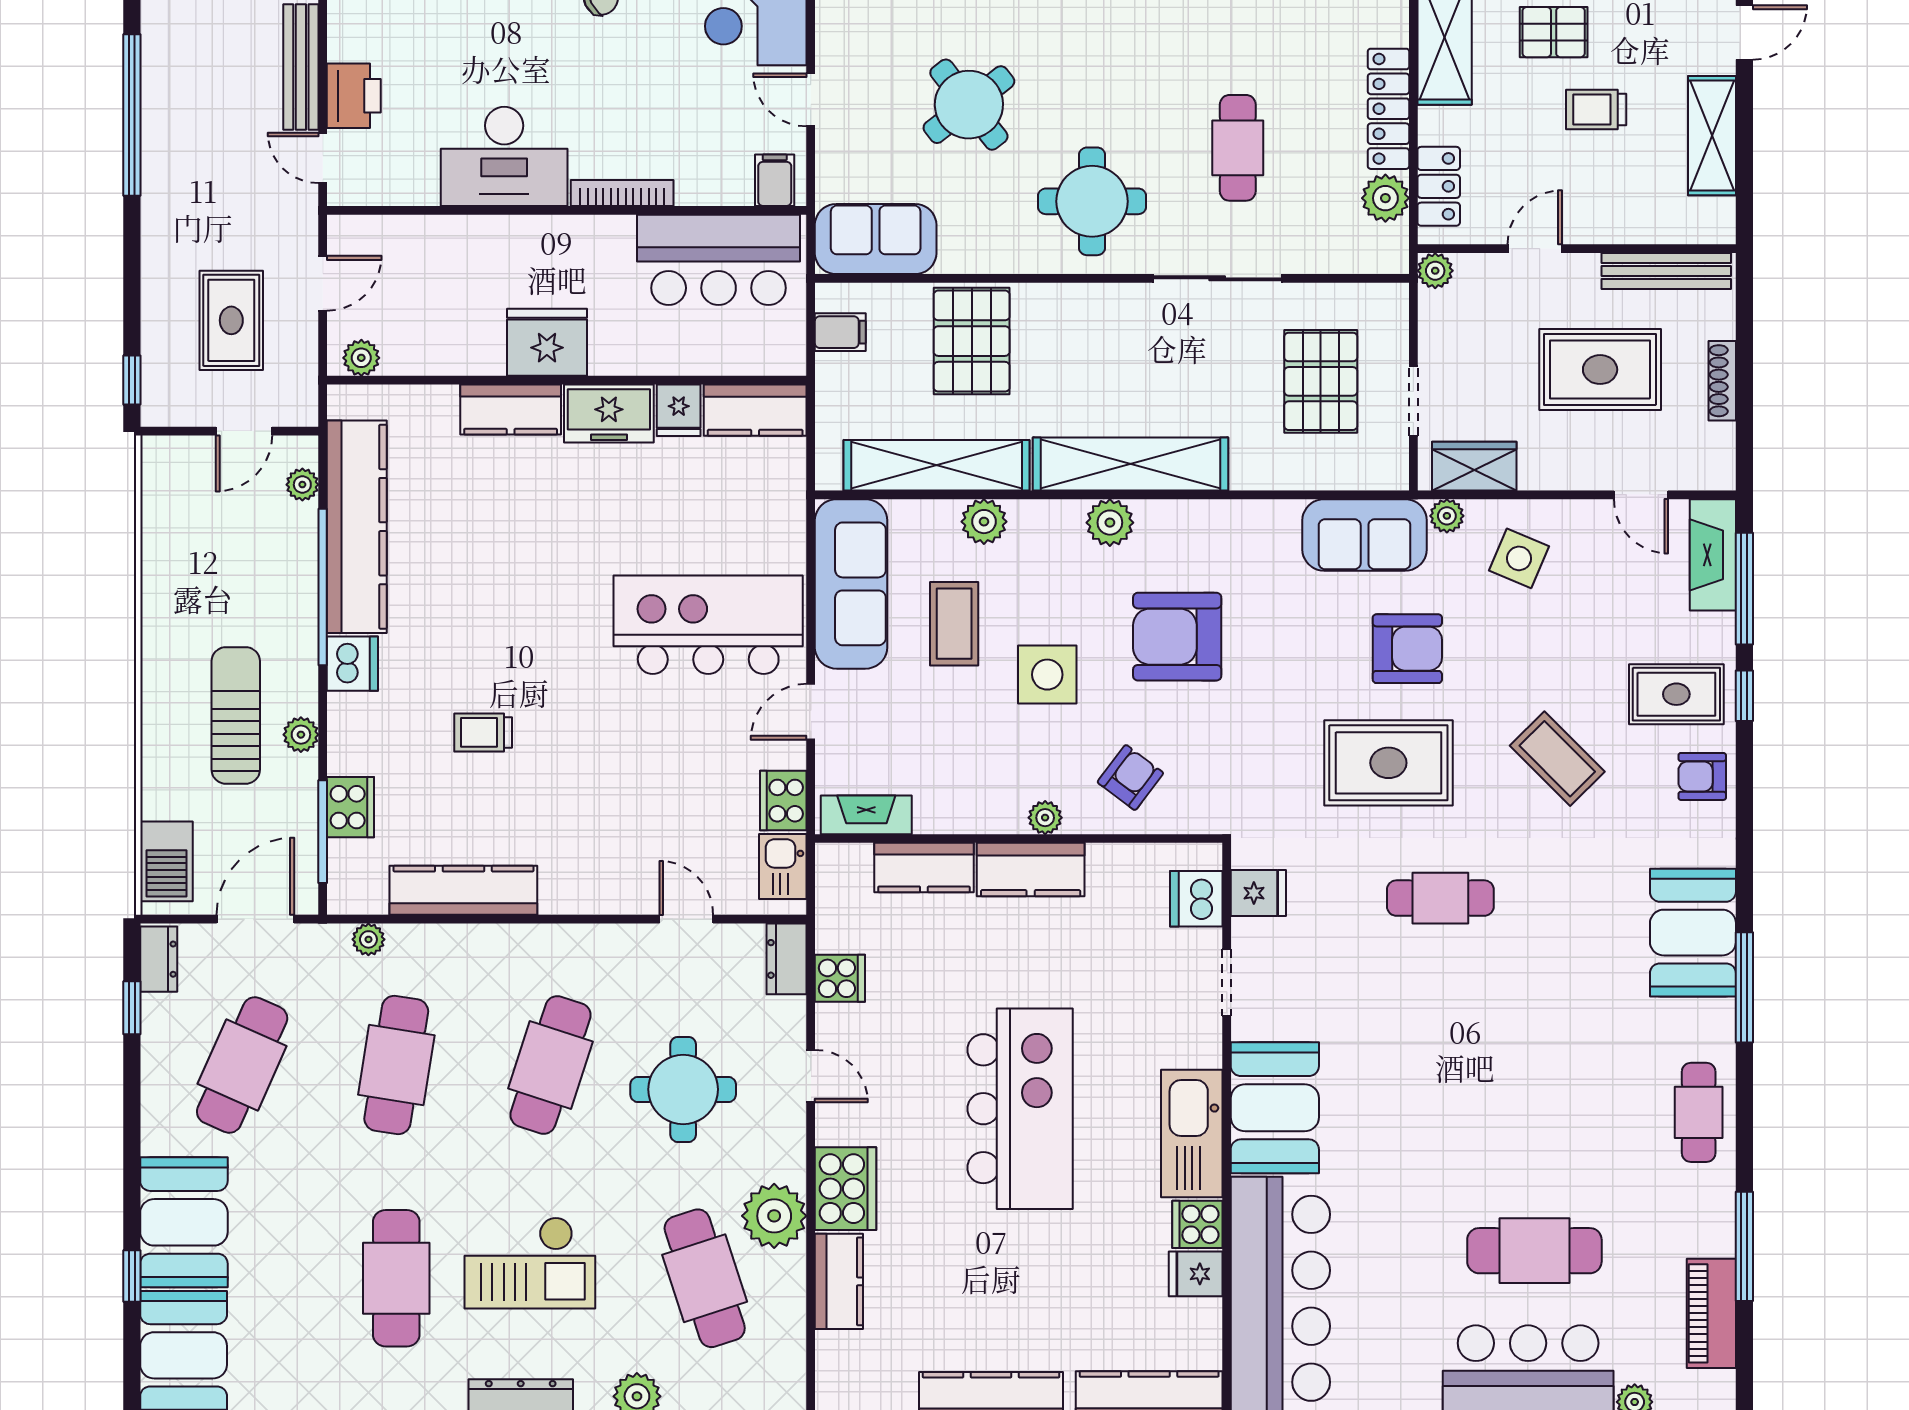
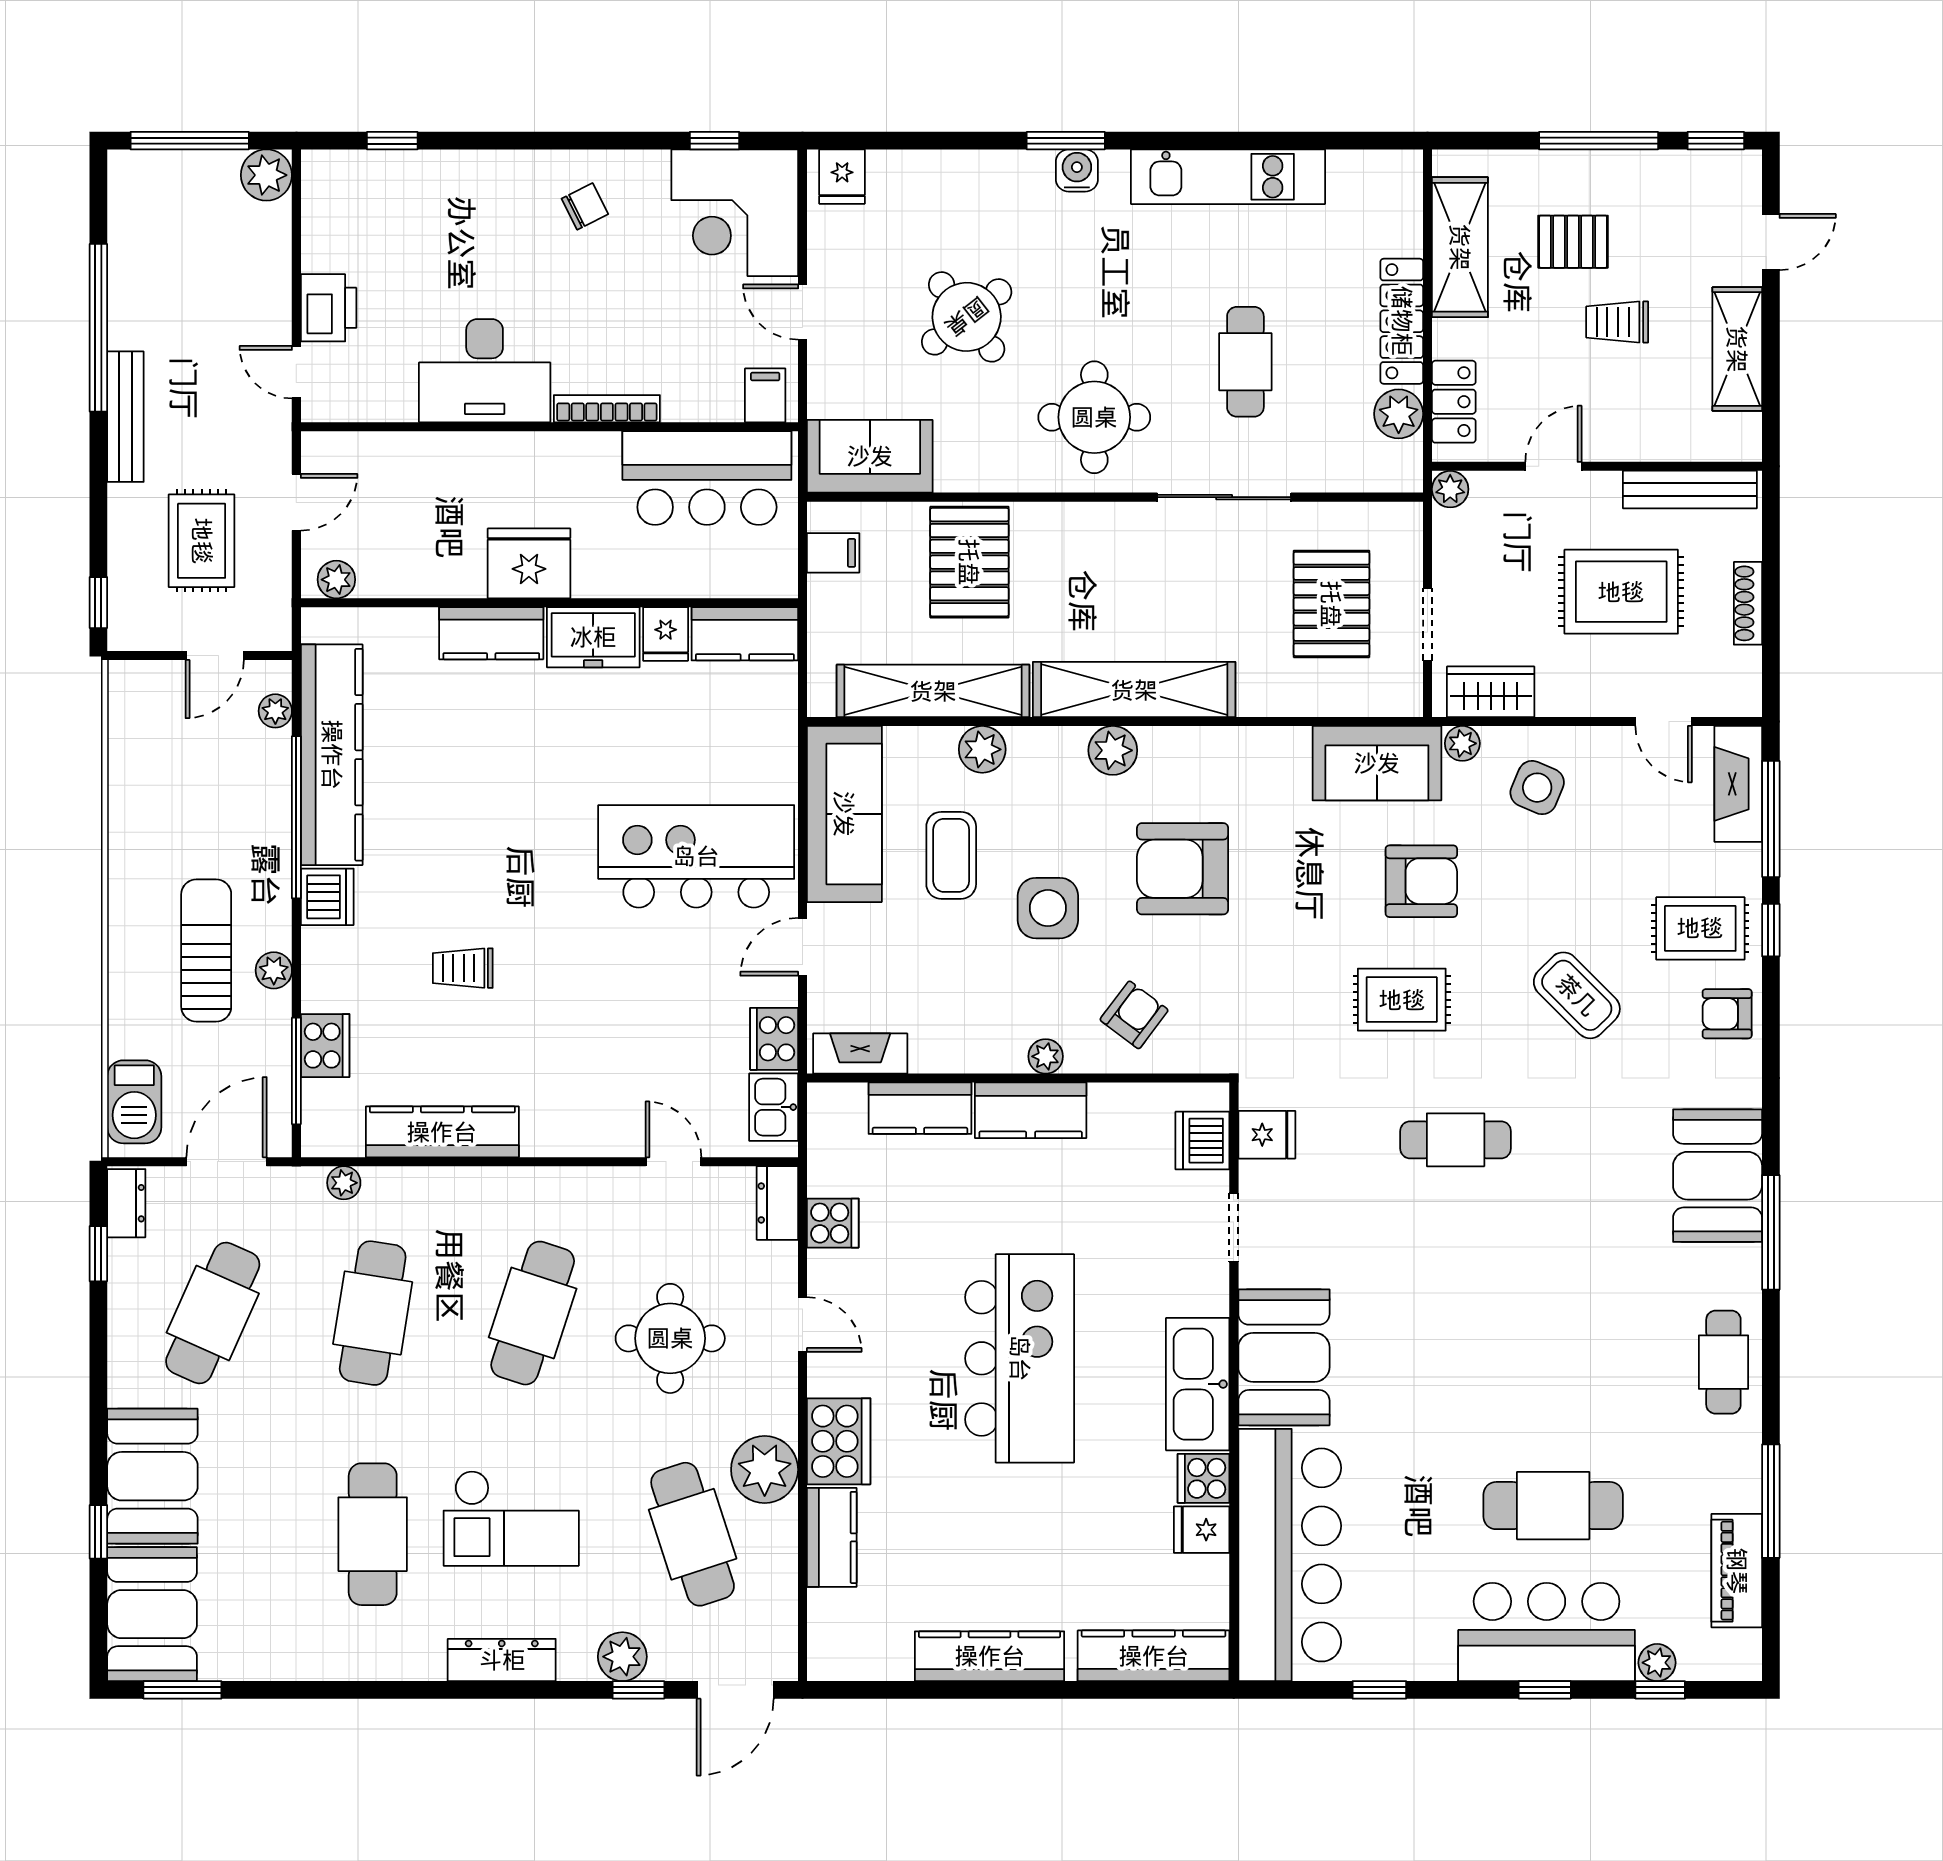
bench: (301, 67) -> (125, 417), moved
rug: (1388, 763) -> (1402, 1000), width x0.73, depth x0.70

